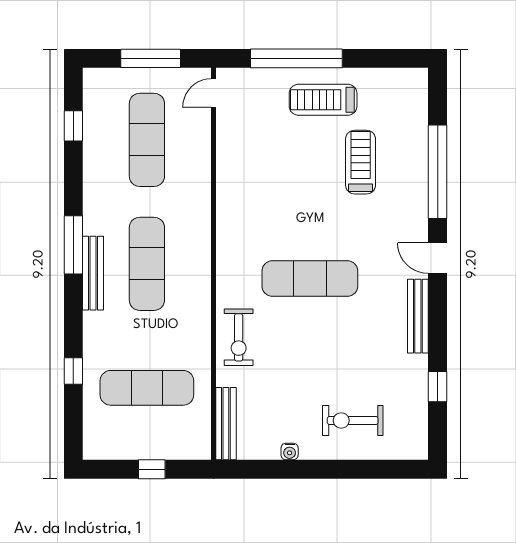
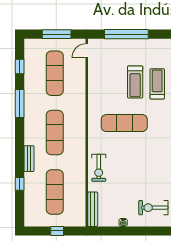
treadmill: (323, 100) -> (135, 82), moved, turned -90
window: (73, 245) -> (20, 104), moved
bench: (93, 273) -> (29, 159), moved, width x0.73
exercise mat: (310, 279) -> (124, 123), moved
exercise mat: (147, 388) -> (55, 192), turned 90

